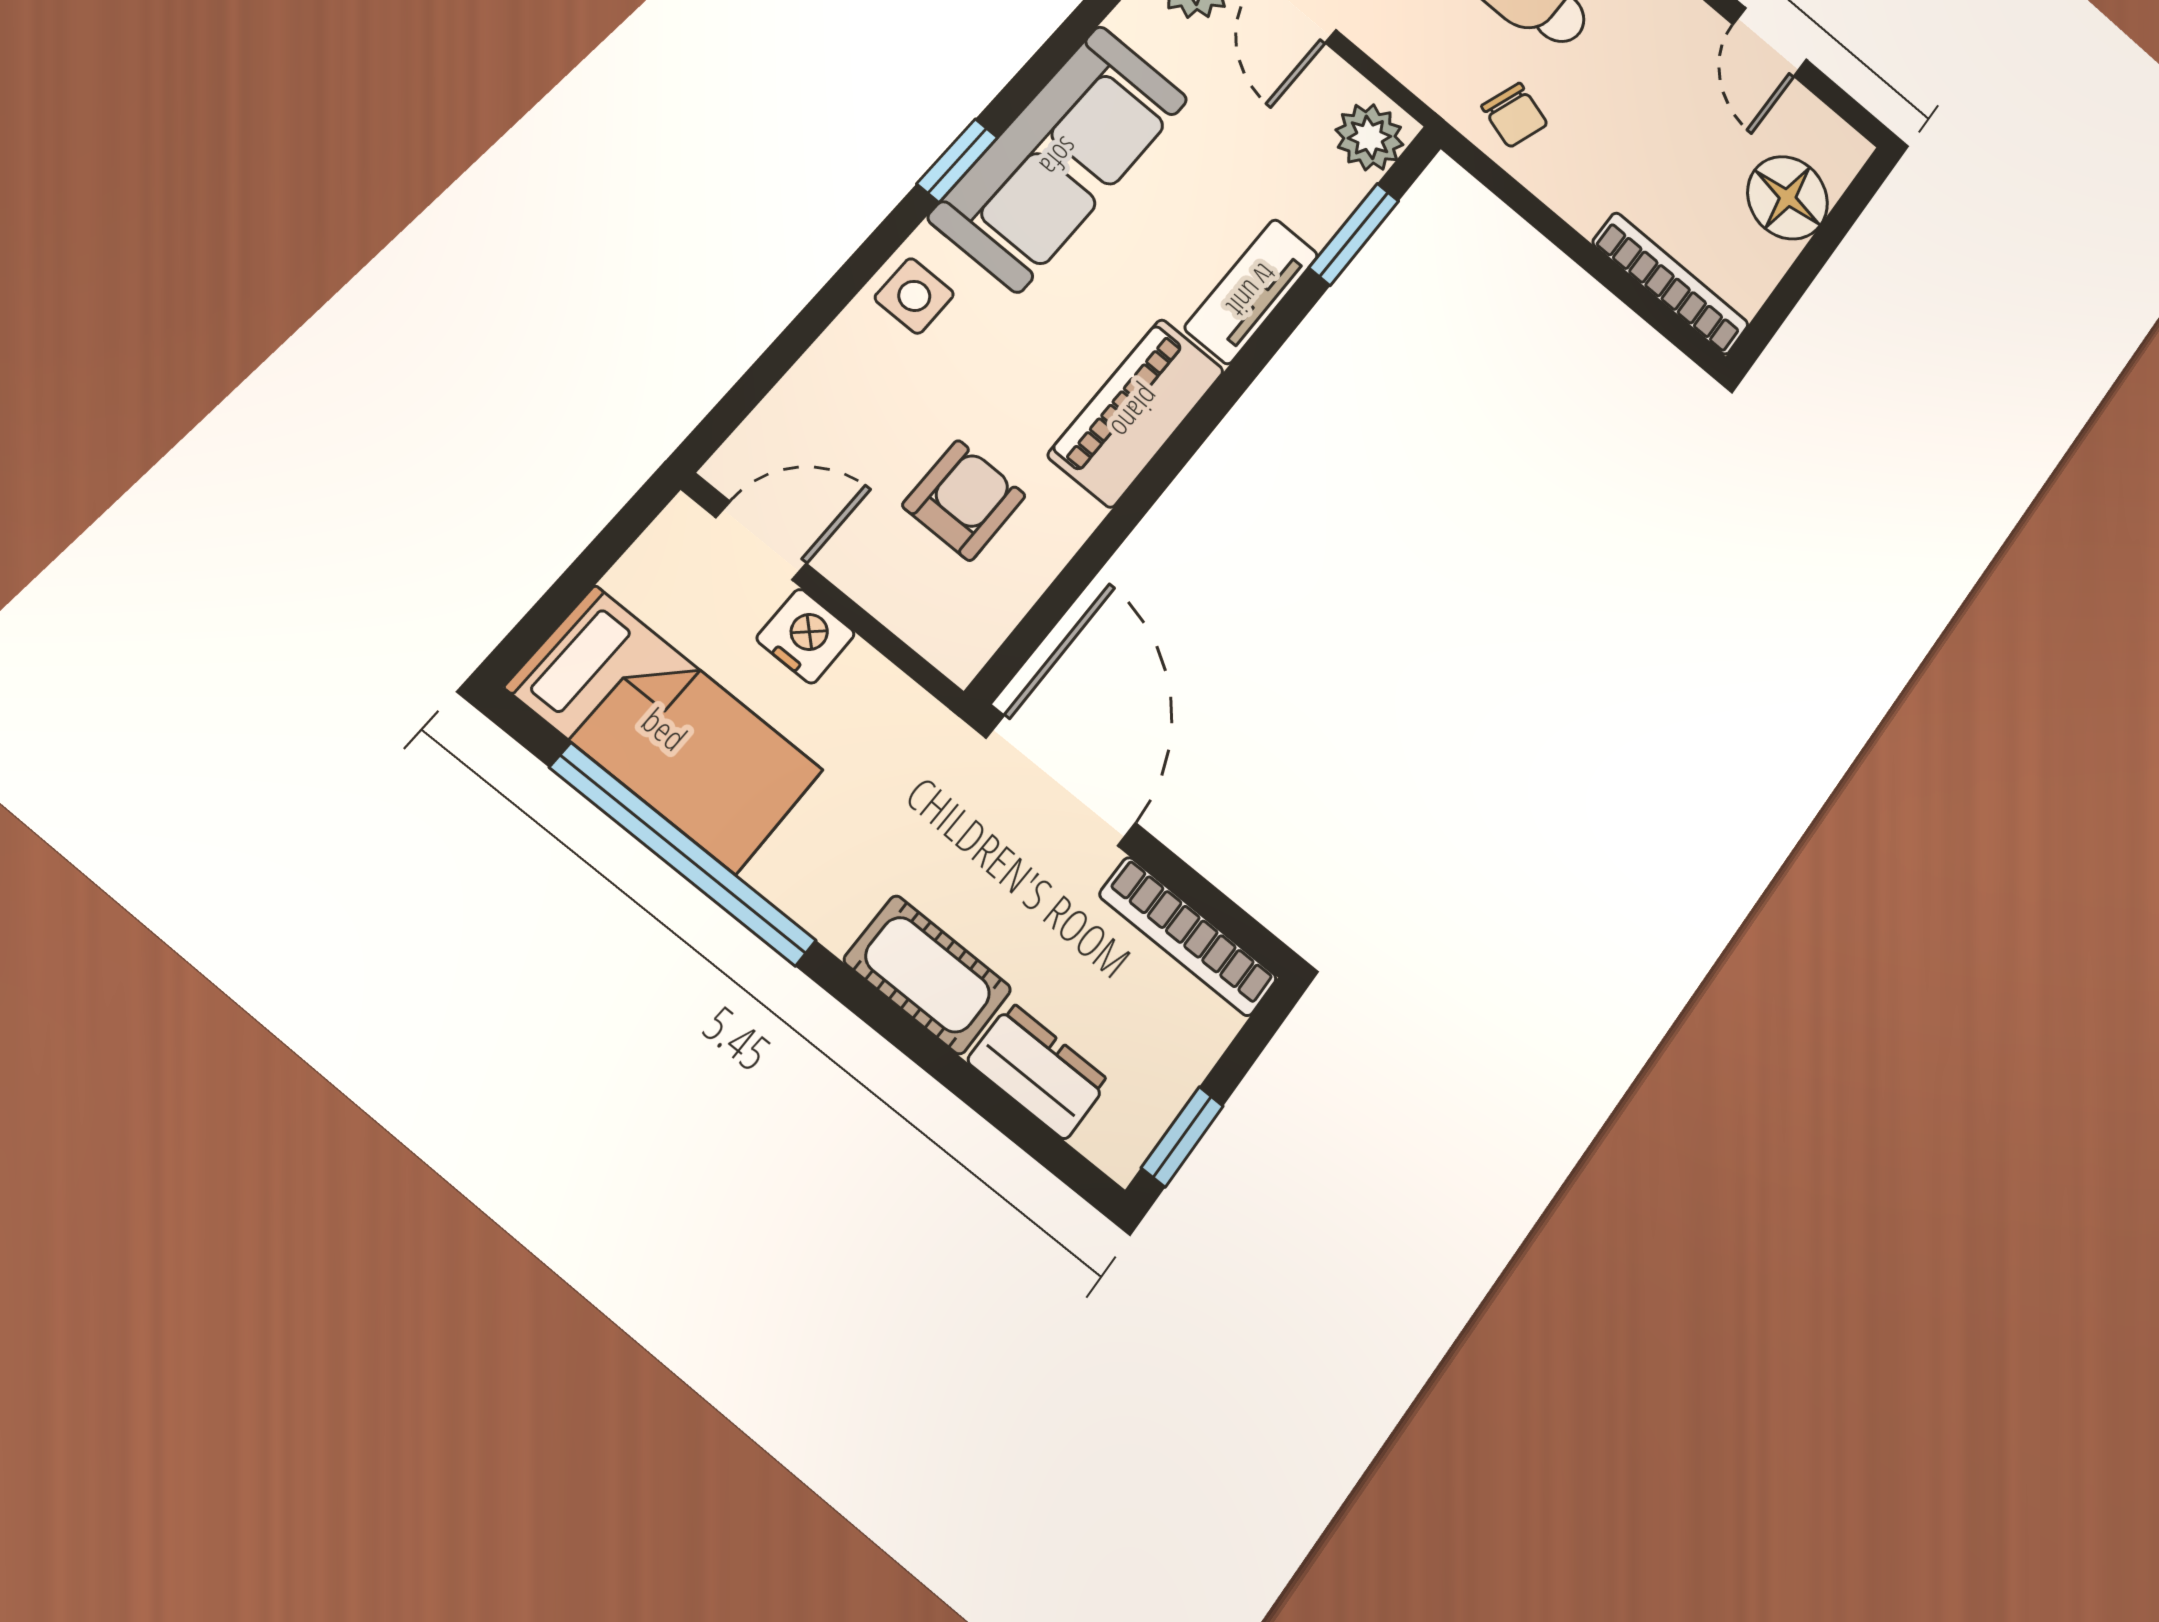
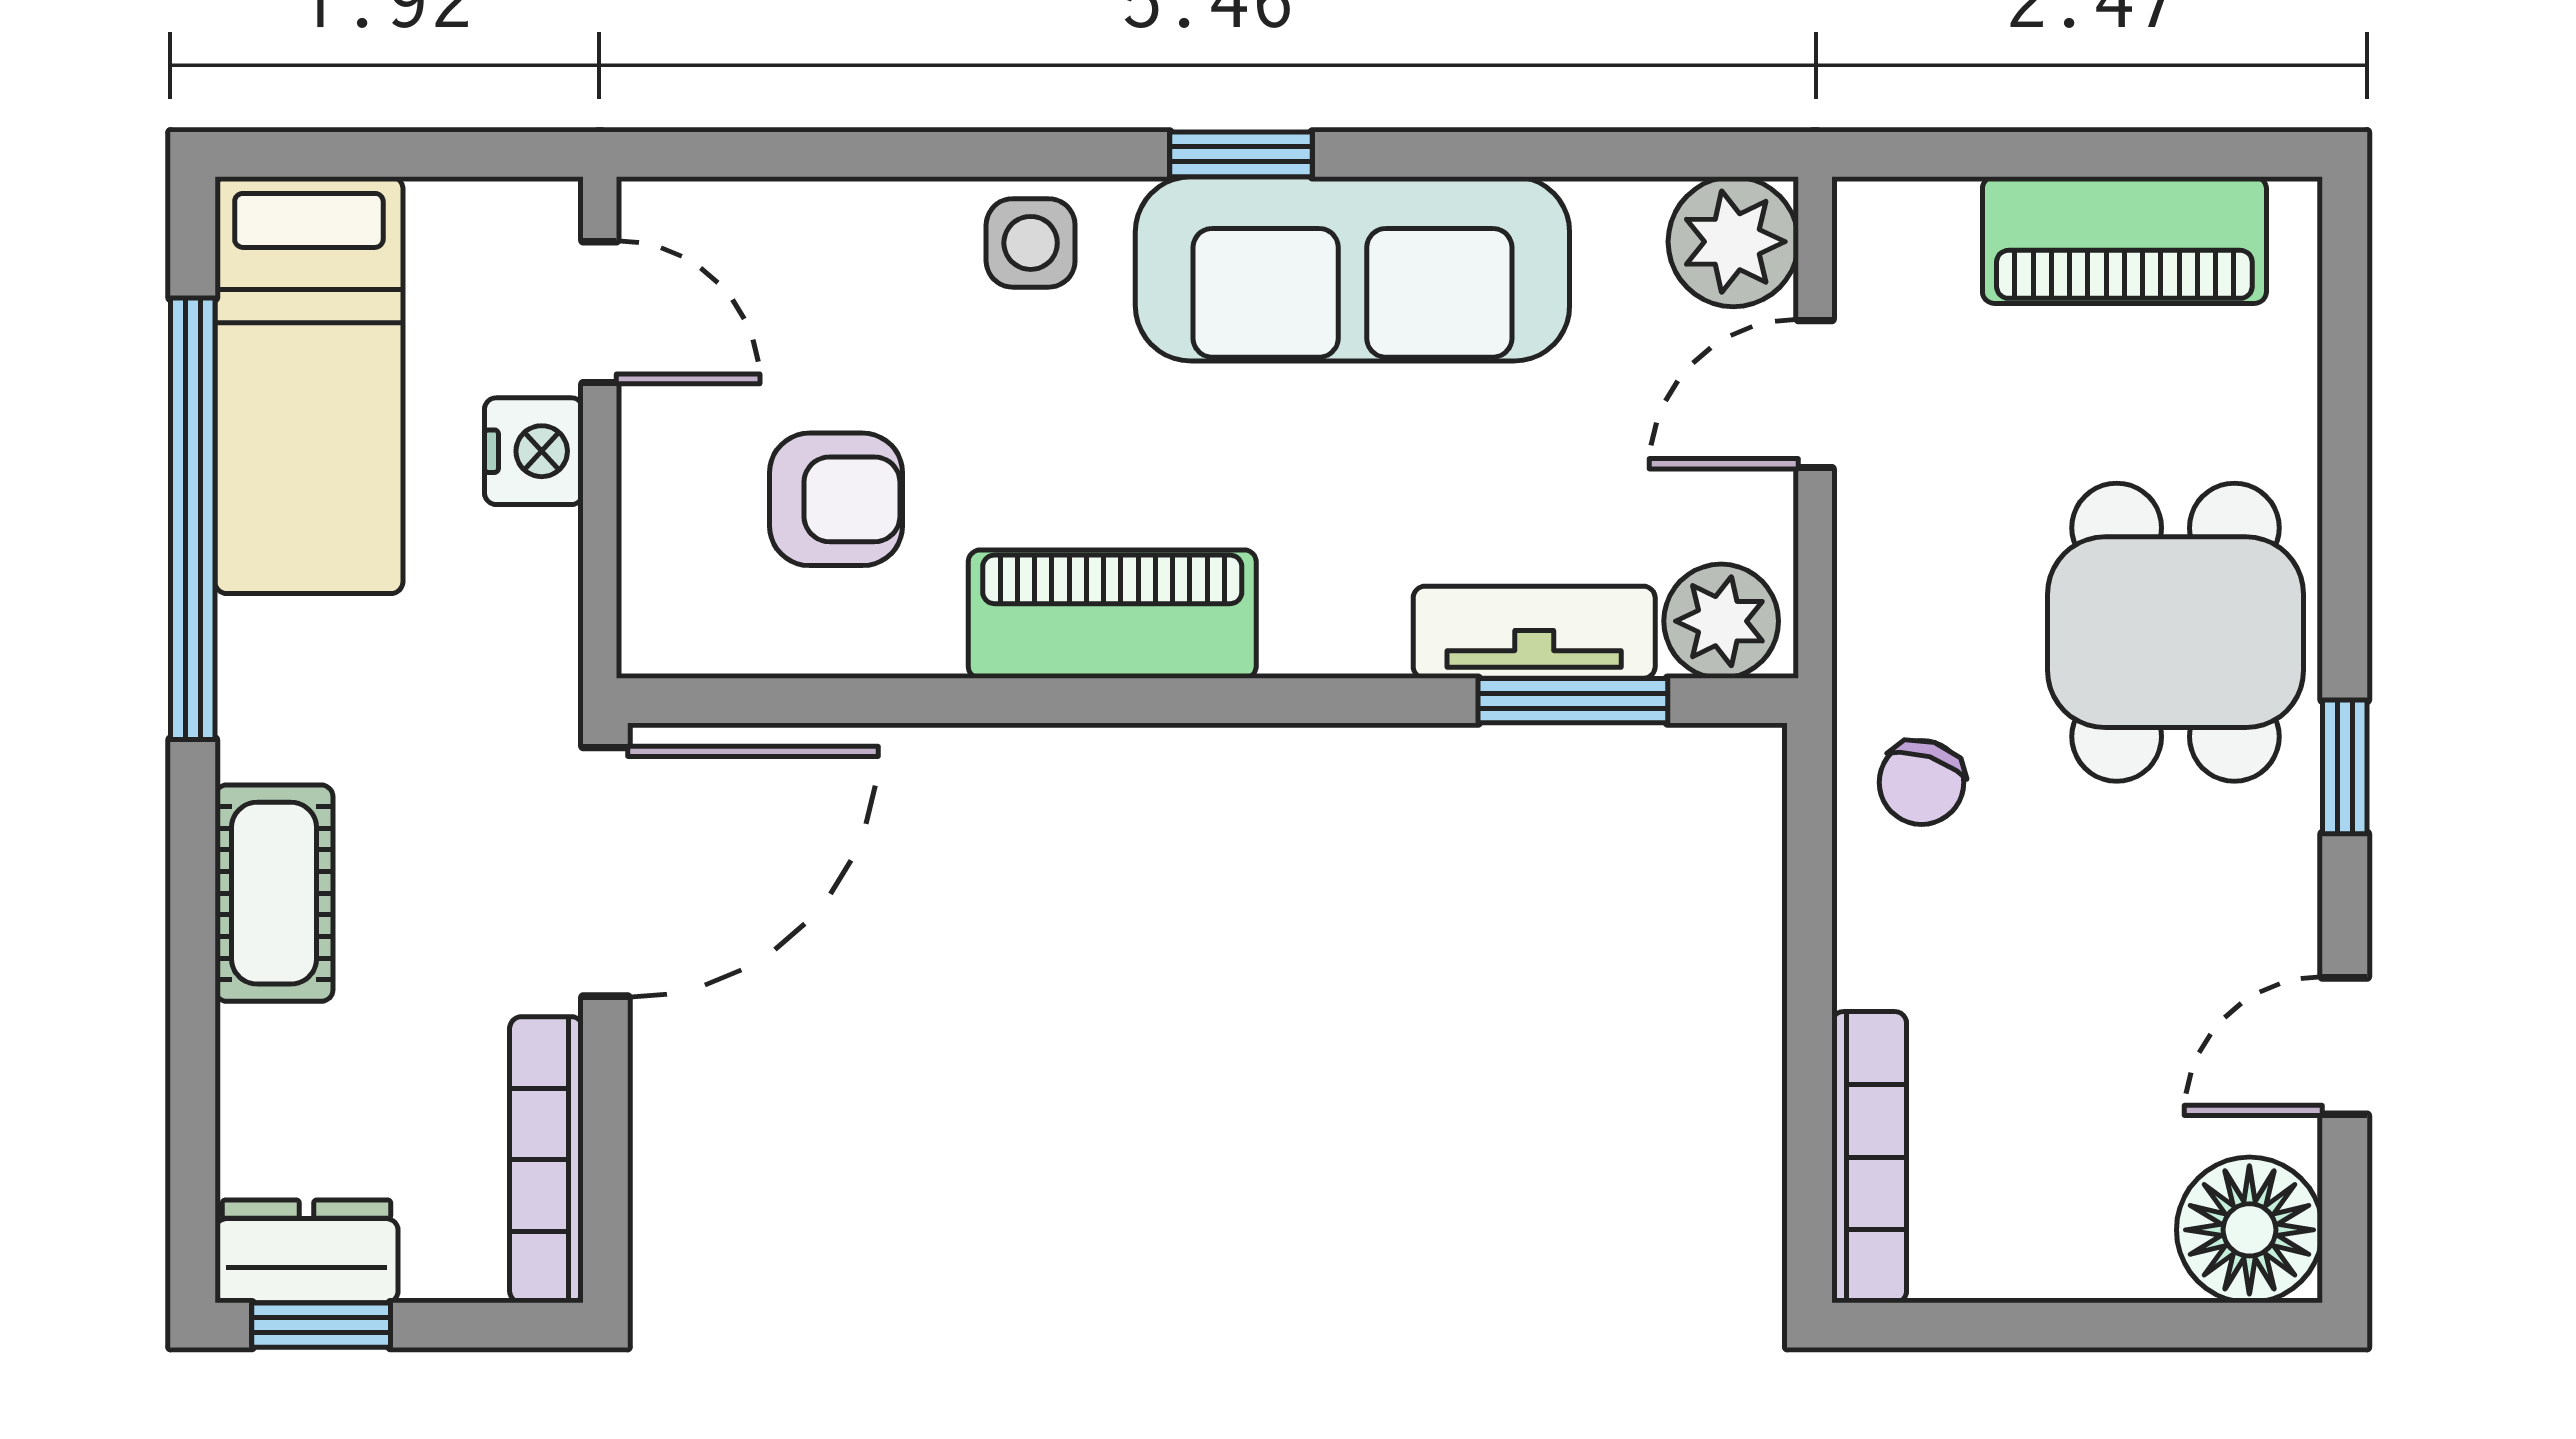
floor lamp: (1788, 198) -> (2249, 1230), moved
tv unit: (1252, 291) -> (1534, 632), moved
dresser: (1038, 1071) -> (306, 1251), moved, turned -90

